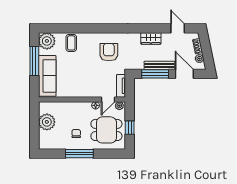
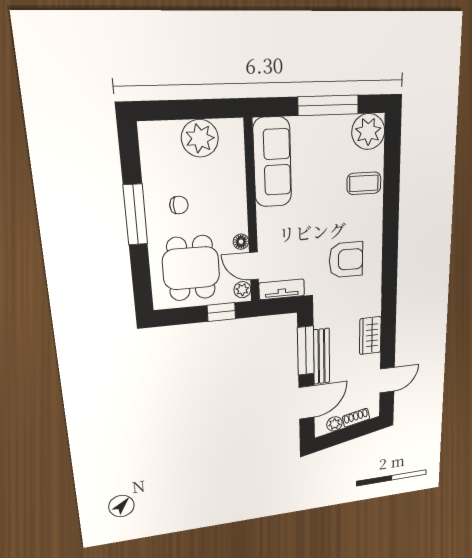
sofa: (47, 76) -> (272, 162), moved, turned -90
window: (130, 128) -> (221, 312), moved

